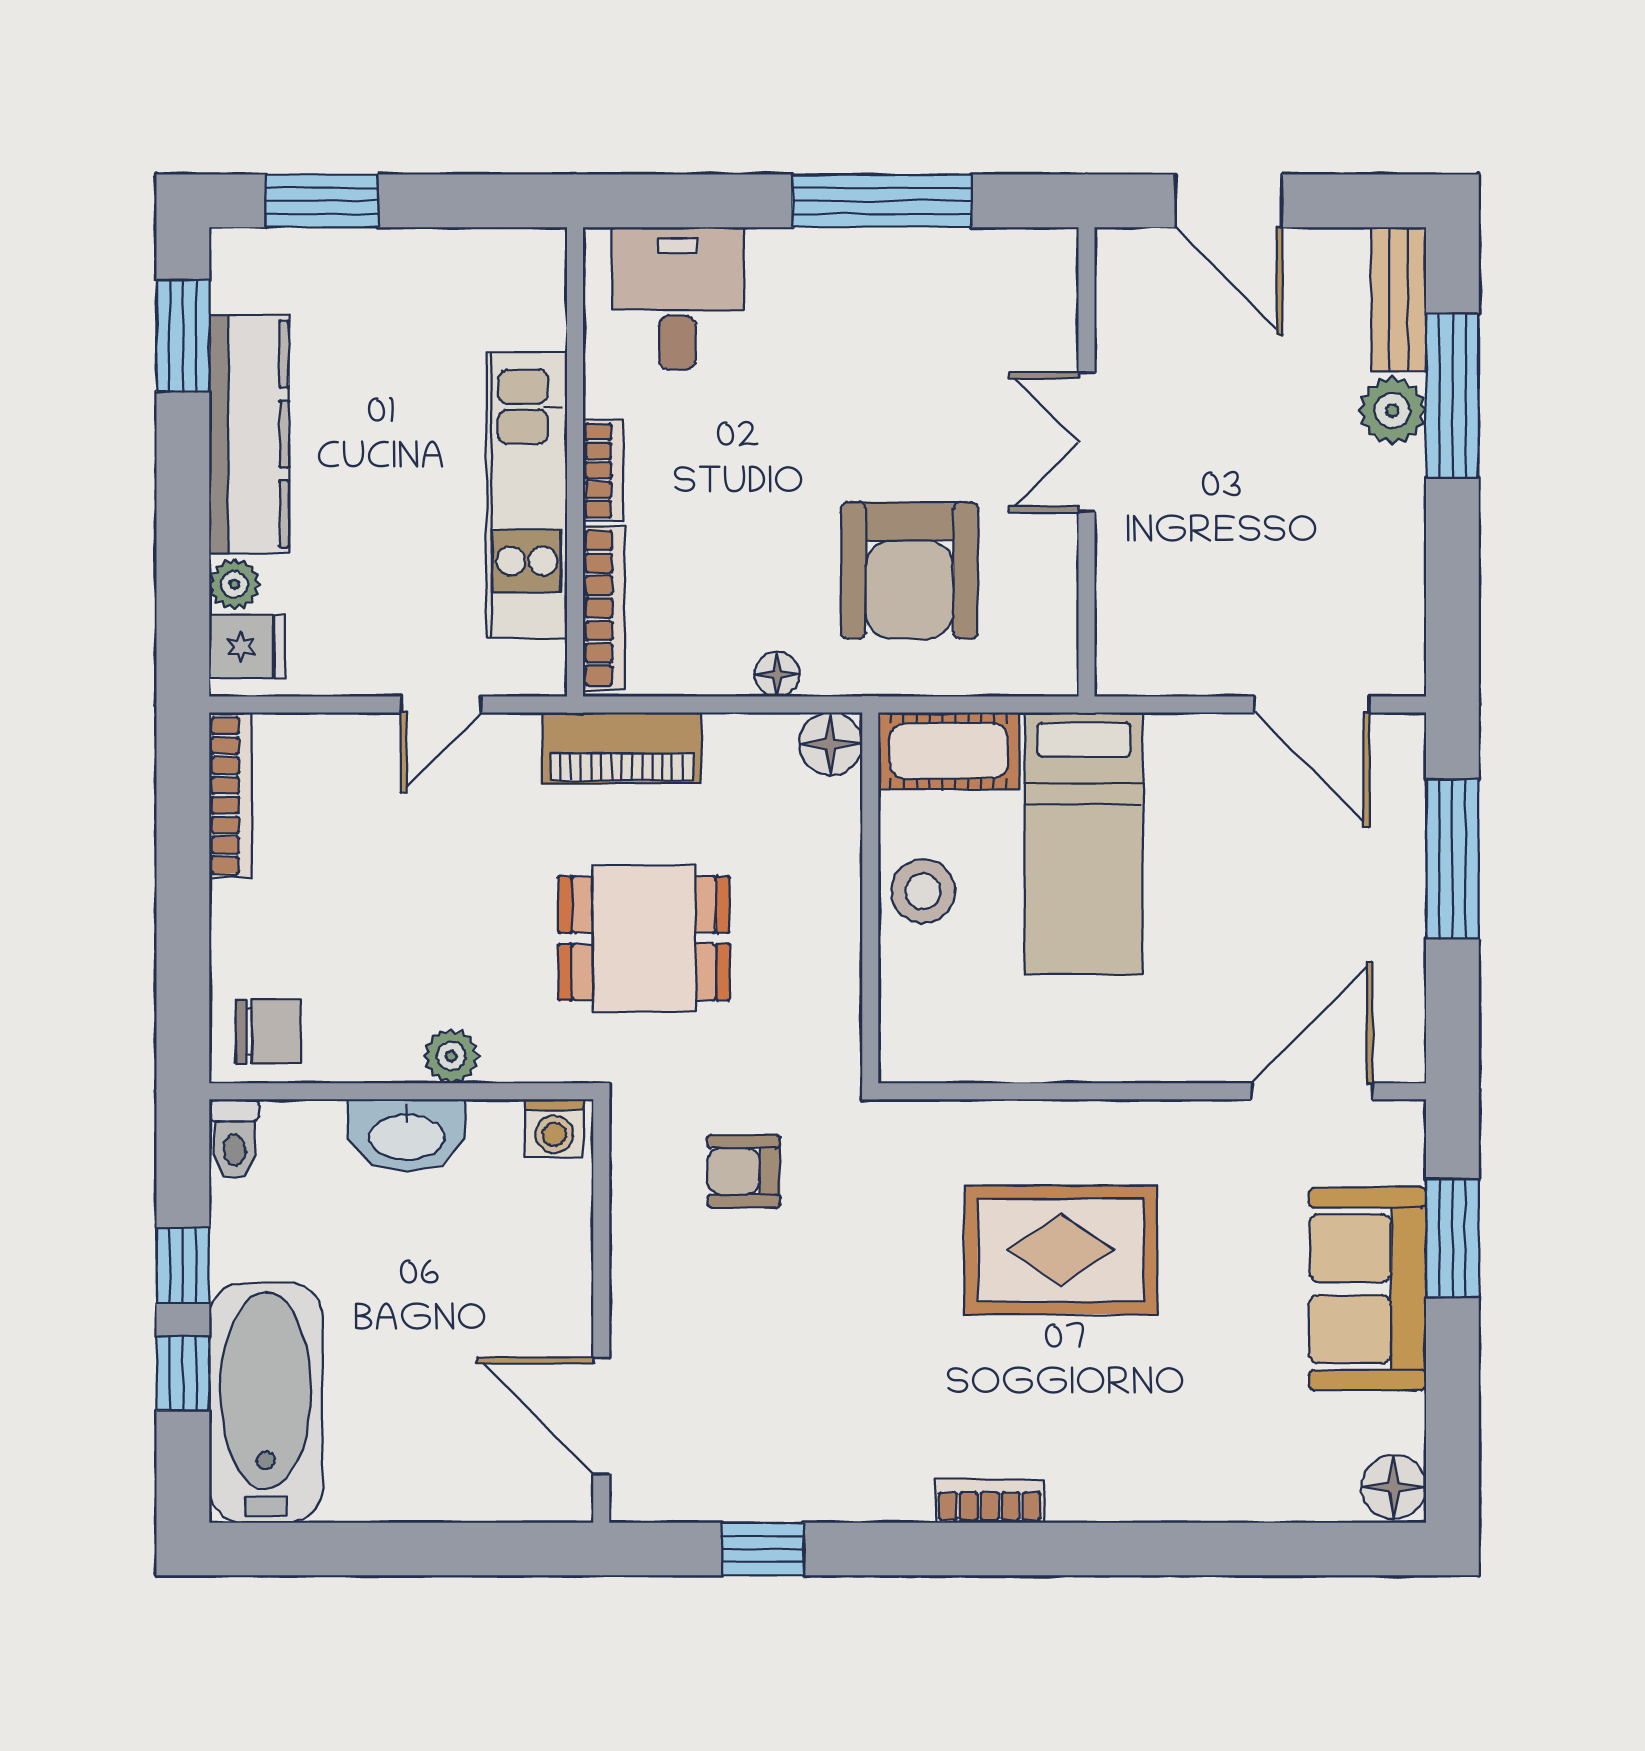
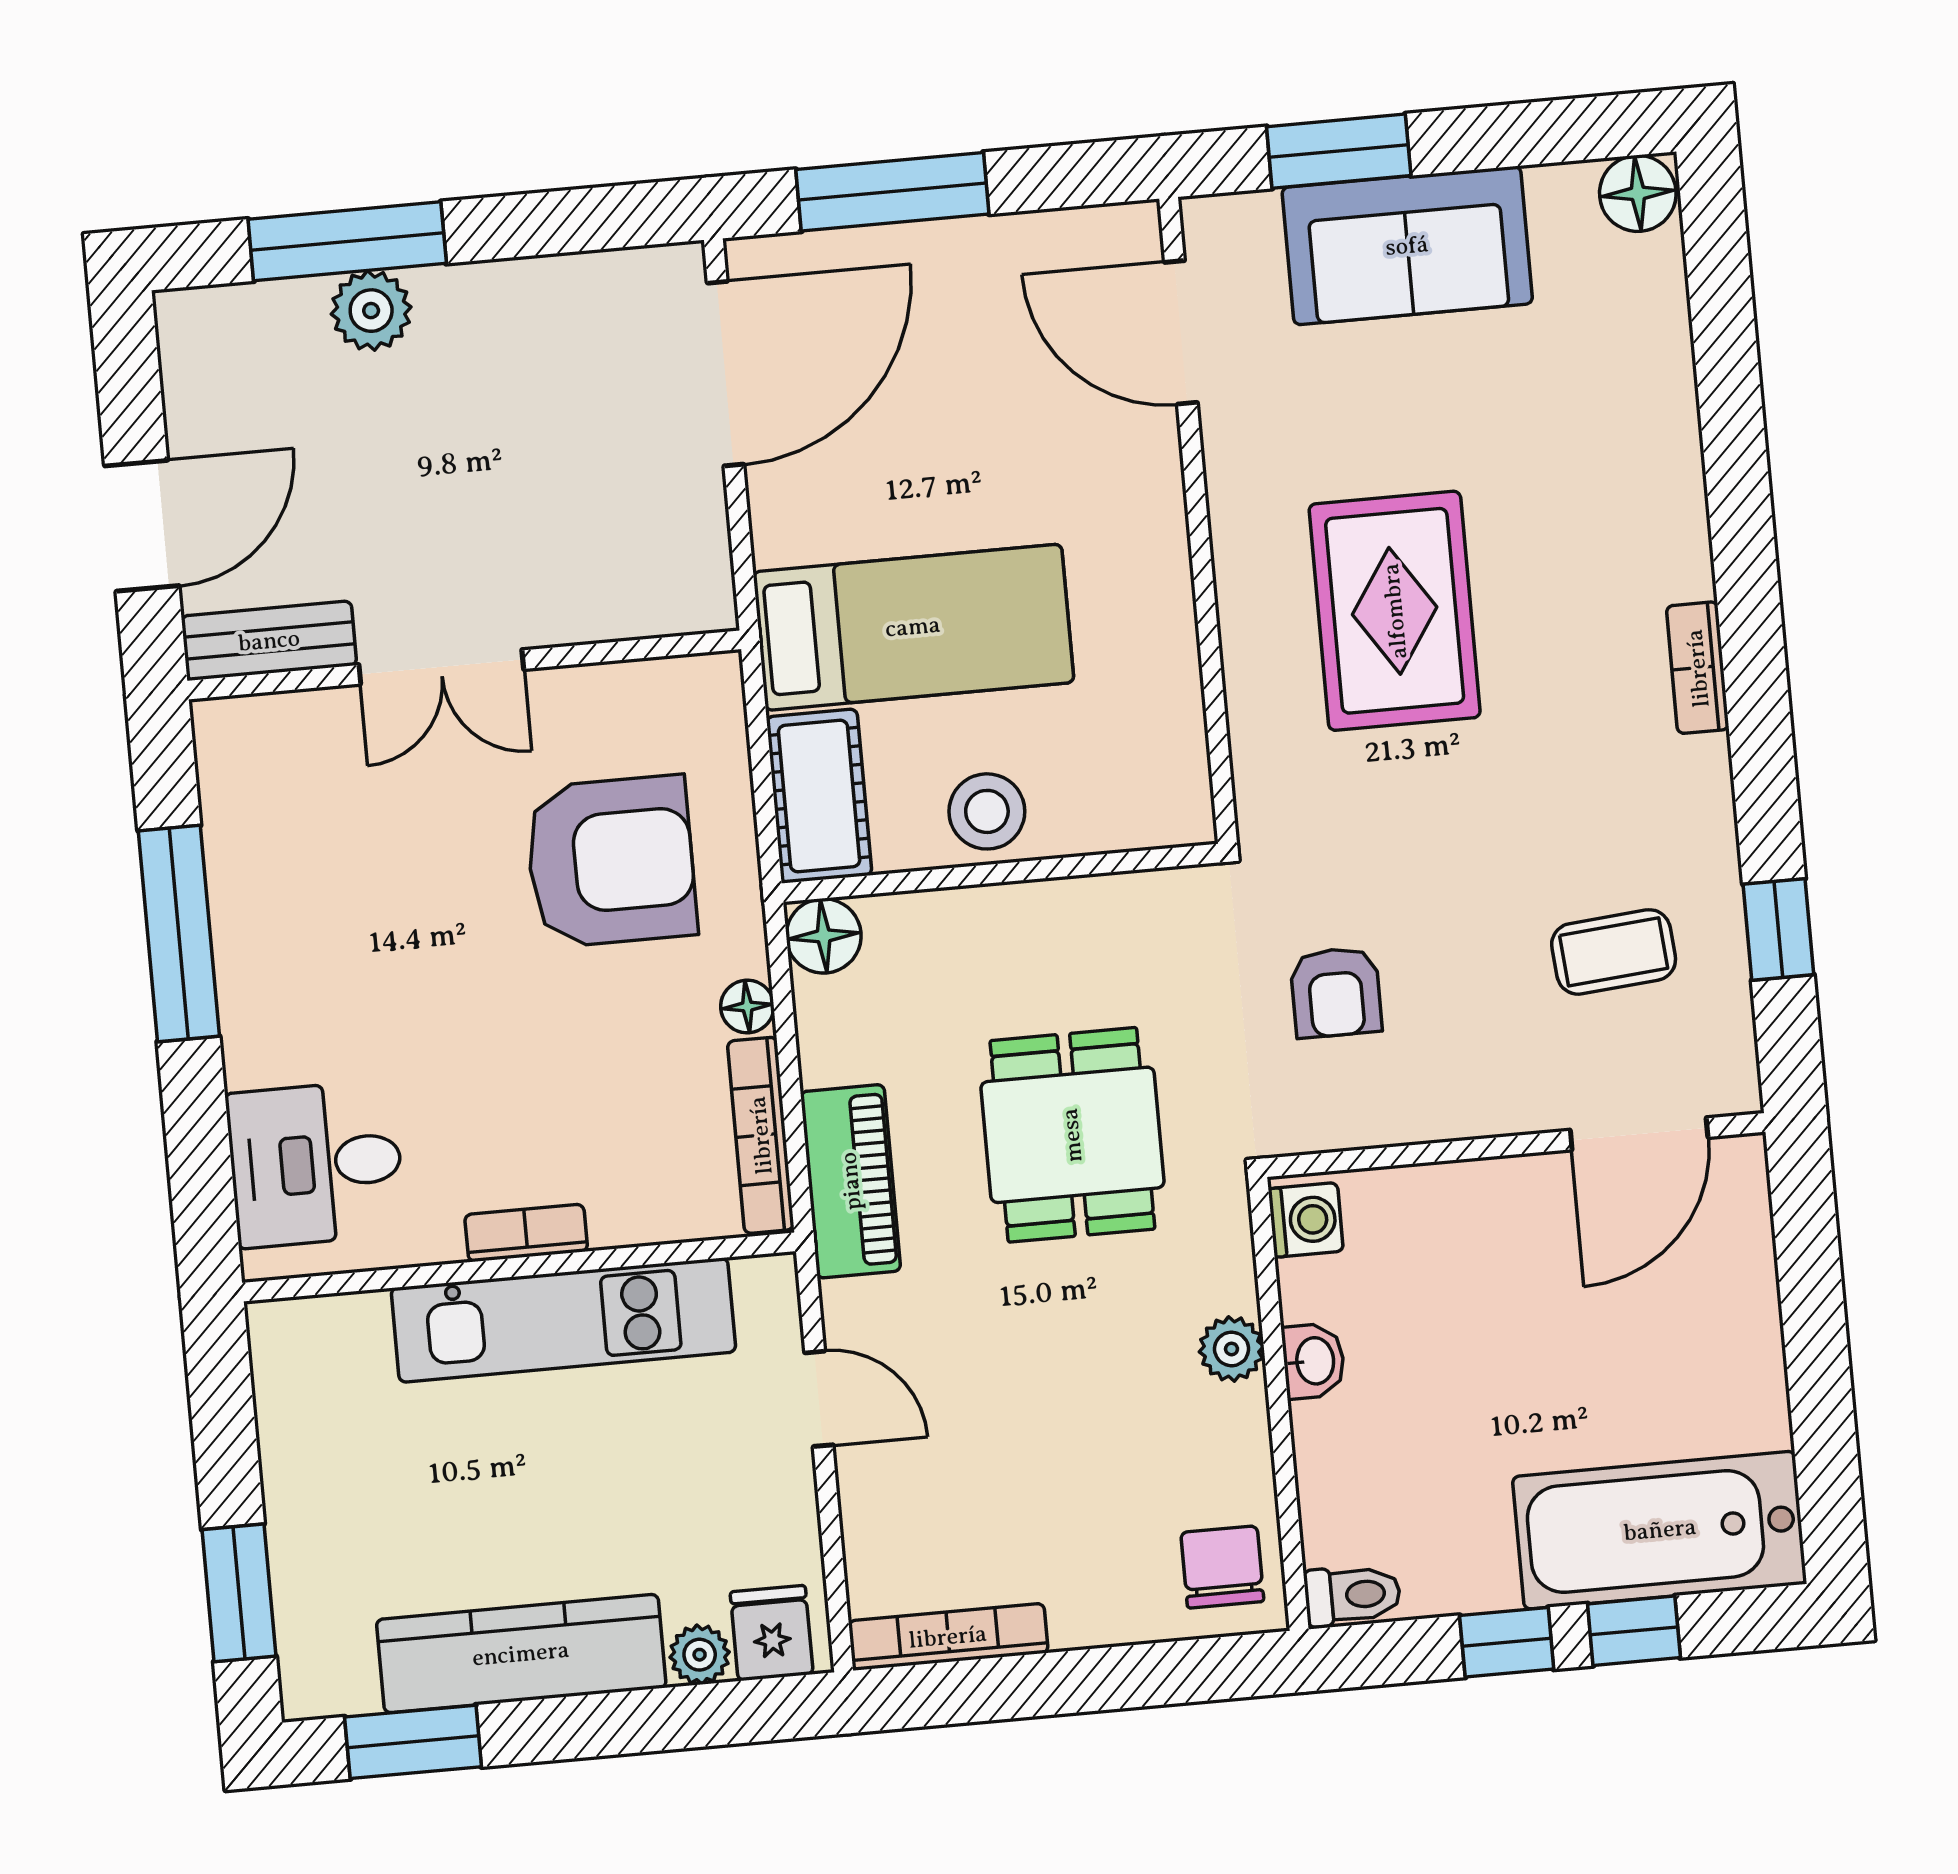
bench: (1399, 299) -> (269, 641), moved
bookcase: (604, 608) -> (761, 1135), moved, turned -90
door: (1312, 704) -> (726, 374), width x1.36
washbasin: (407, 1135) -> (1313, 1361), width x0.52, depth x0.69
coffee table: (757, 1408) -> (1614, 952), added

